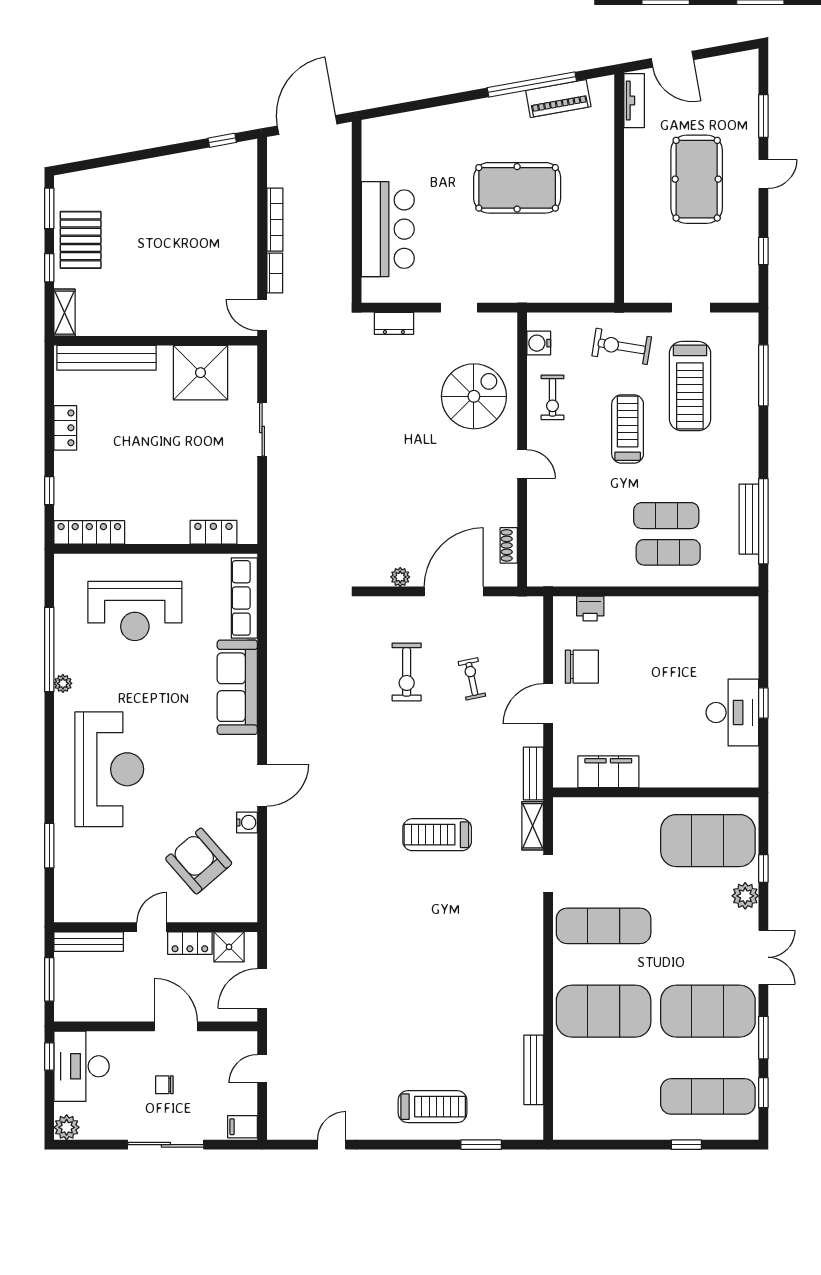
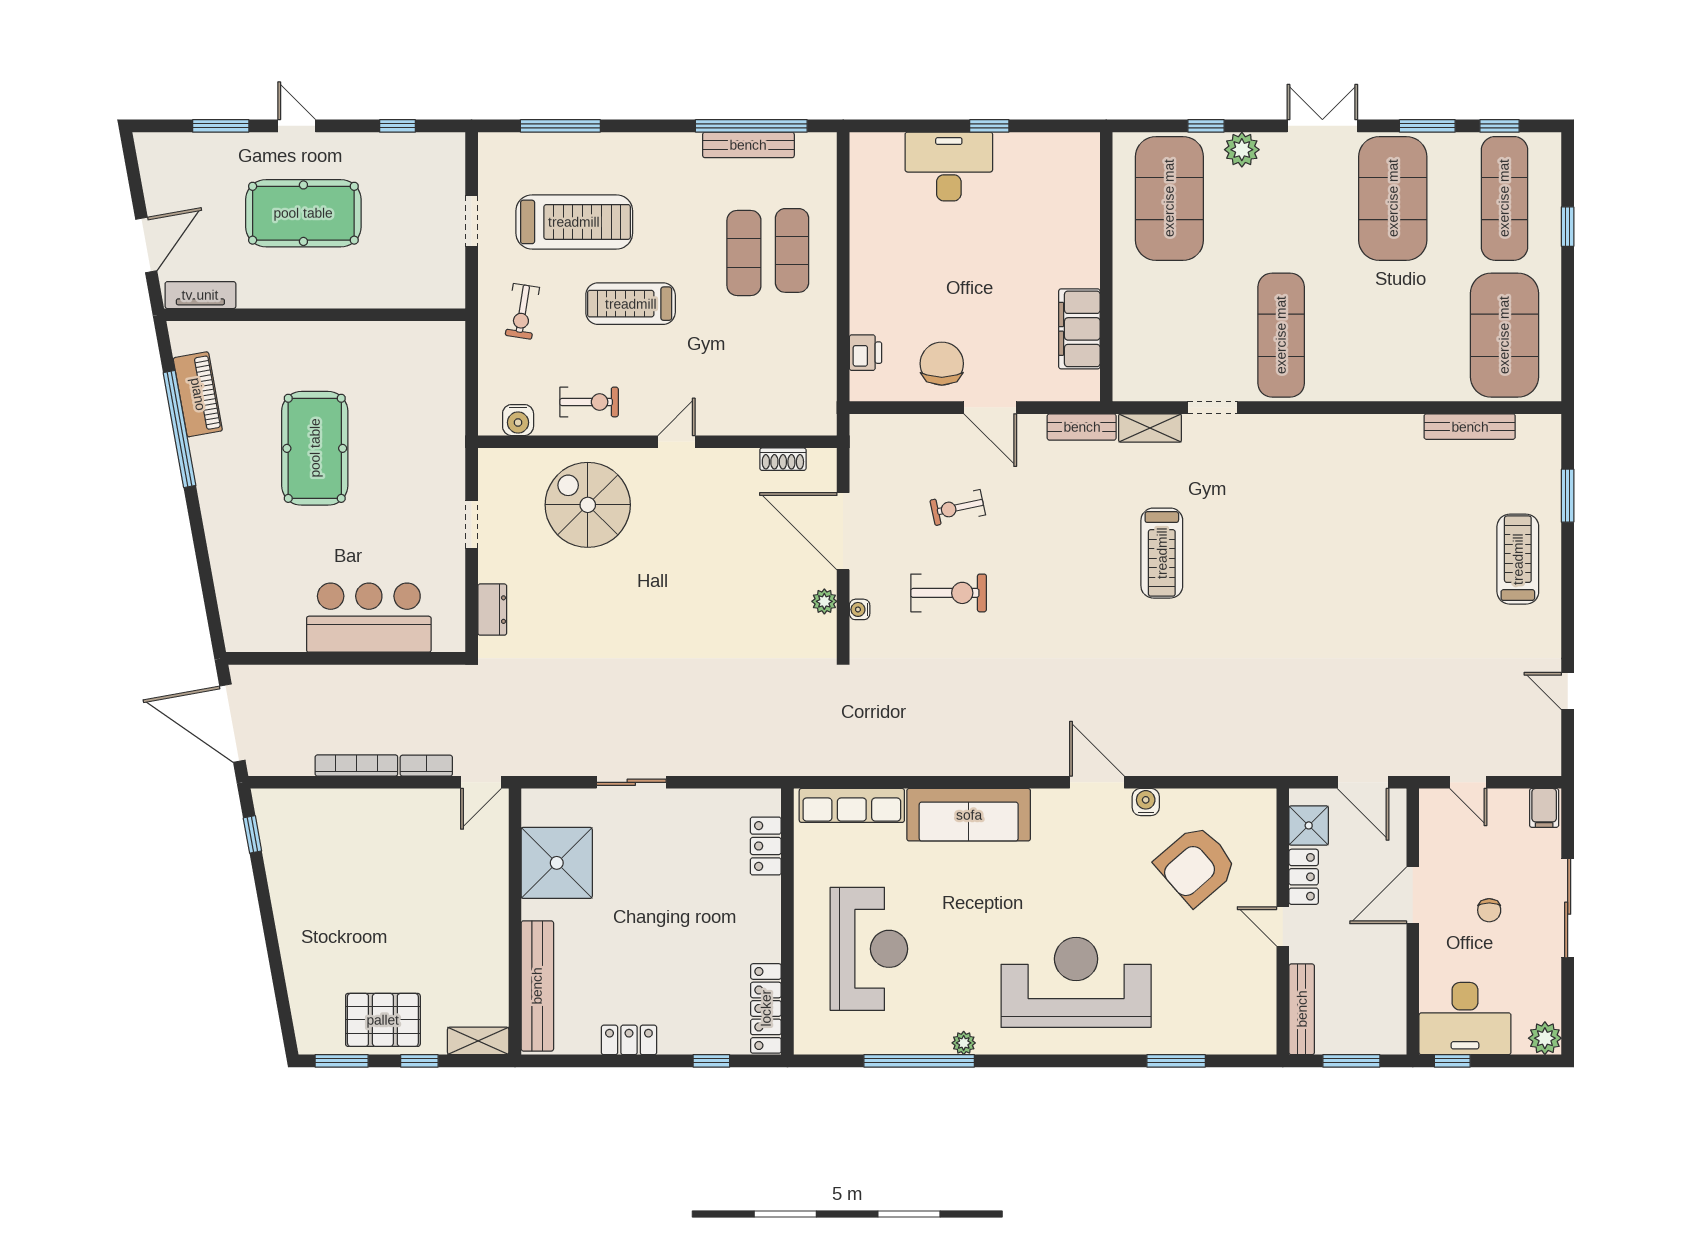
exercise bike: (622, 346) -> (522, 311), width x0.73, depth x0.72
water cooler: (394, 604) -> (860, 609), added
desk: (732, 713) -> (949, 167), moved
exercise mat: (604, 1011) -> (1504, 335), moved

